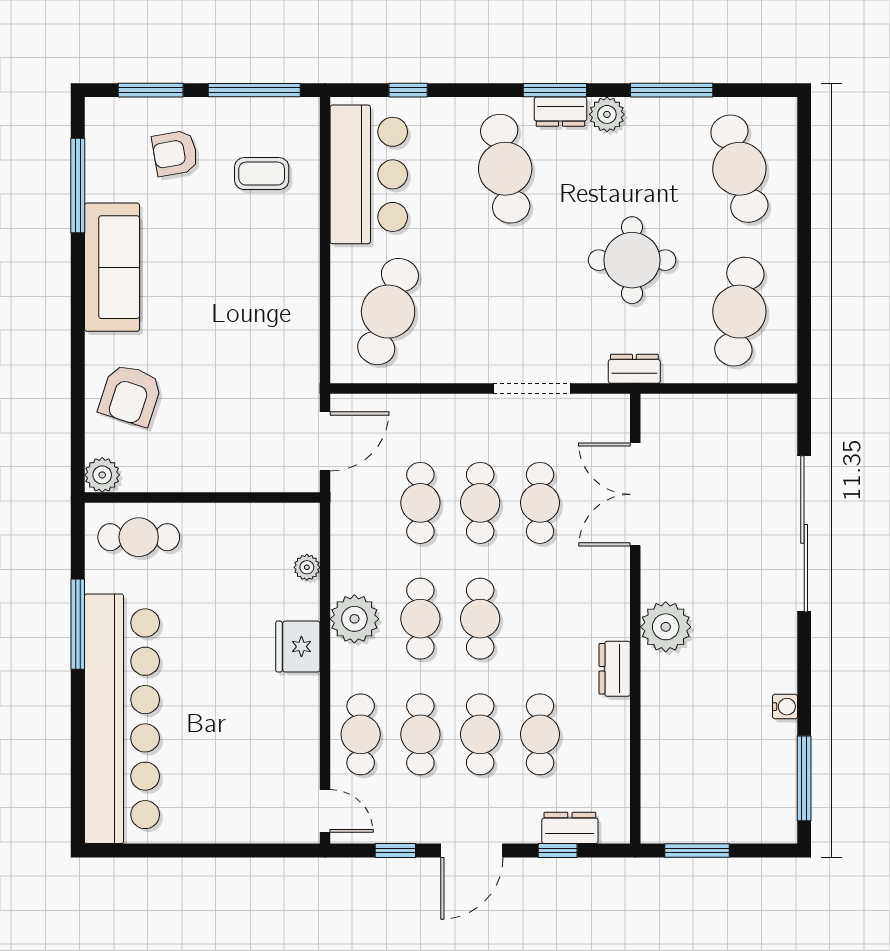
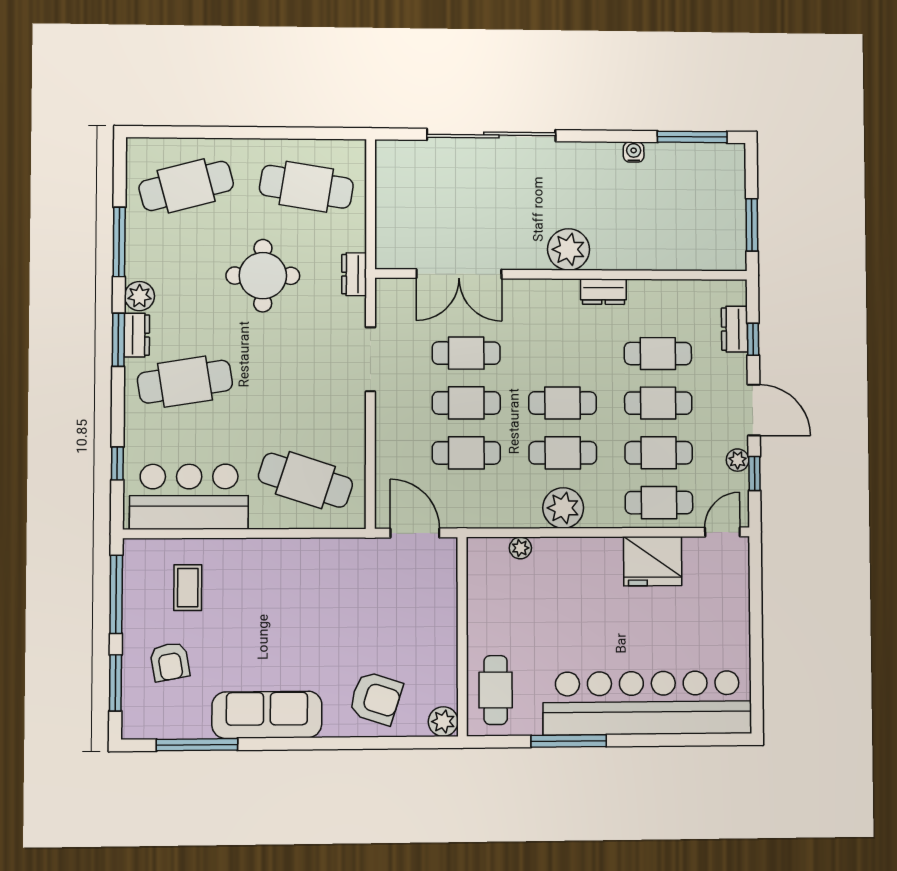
fridge: (298, 647) -> (653, 561), moved, width x1.36, depth x1.34
plant: (411, 830) -> (738, 460), added

